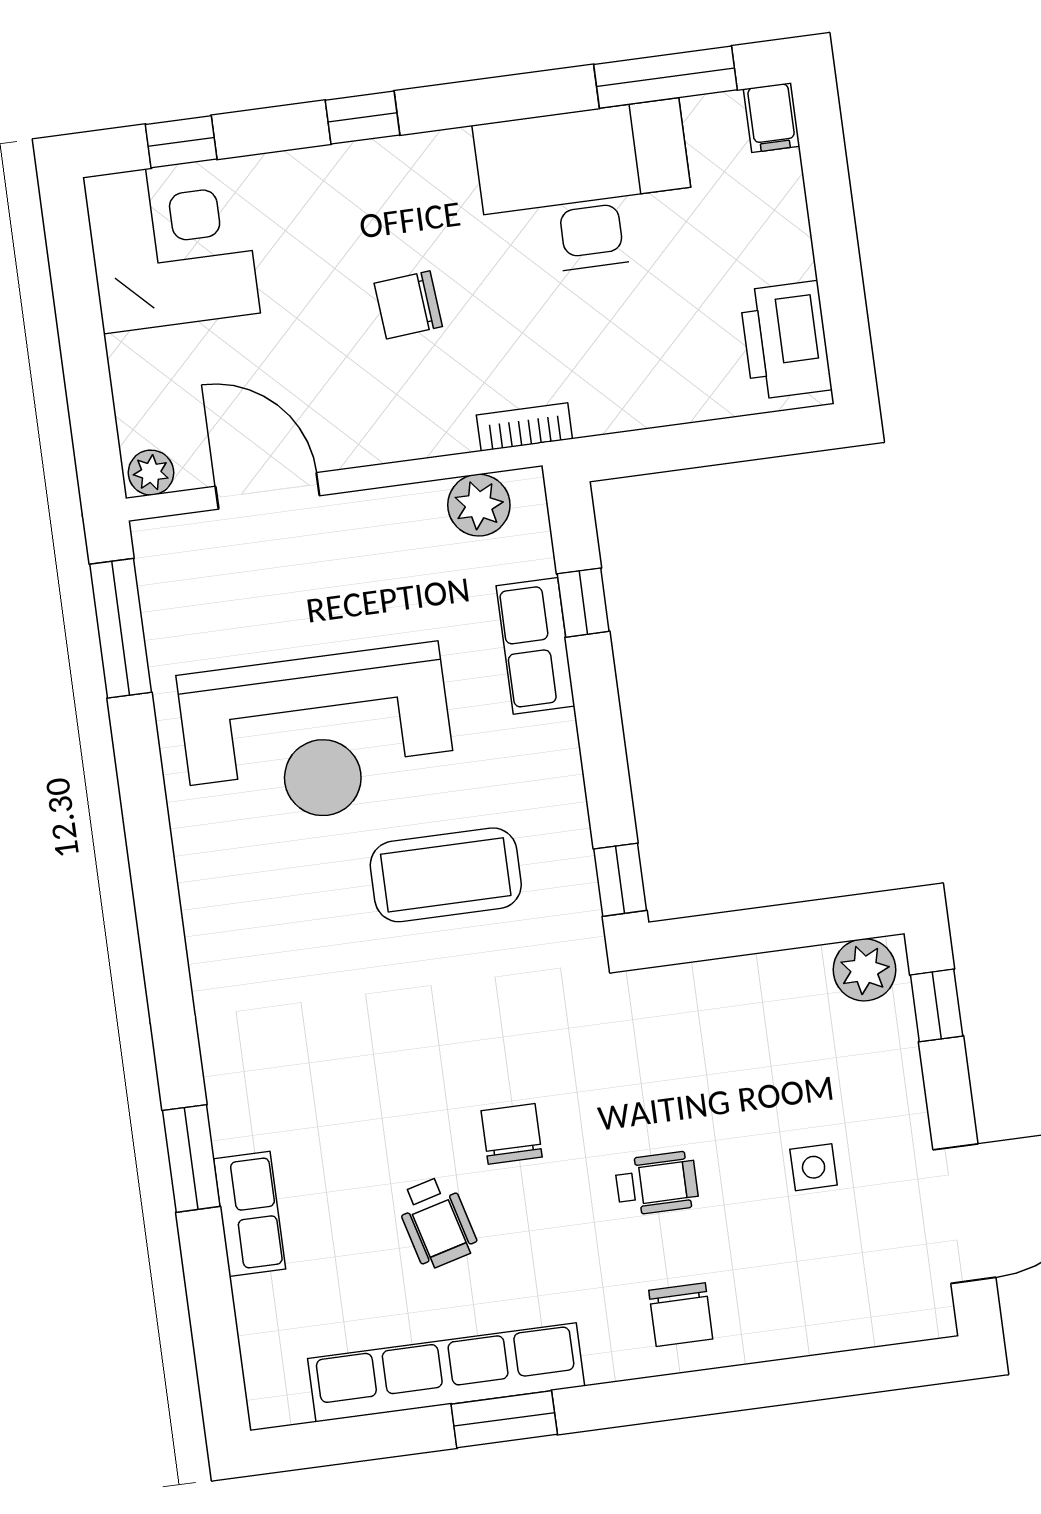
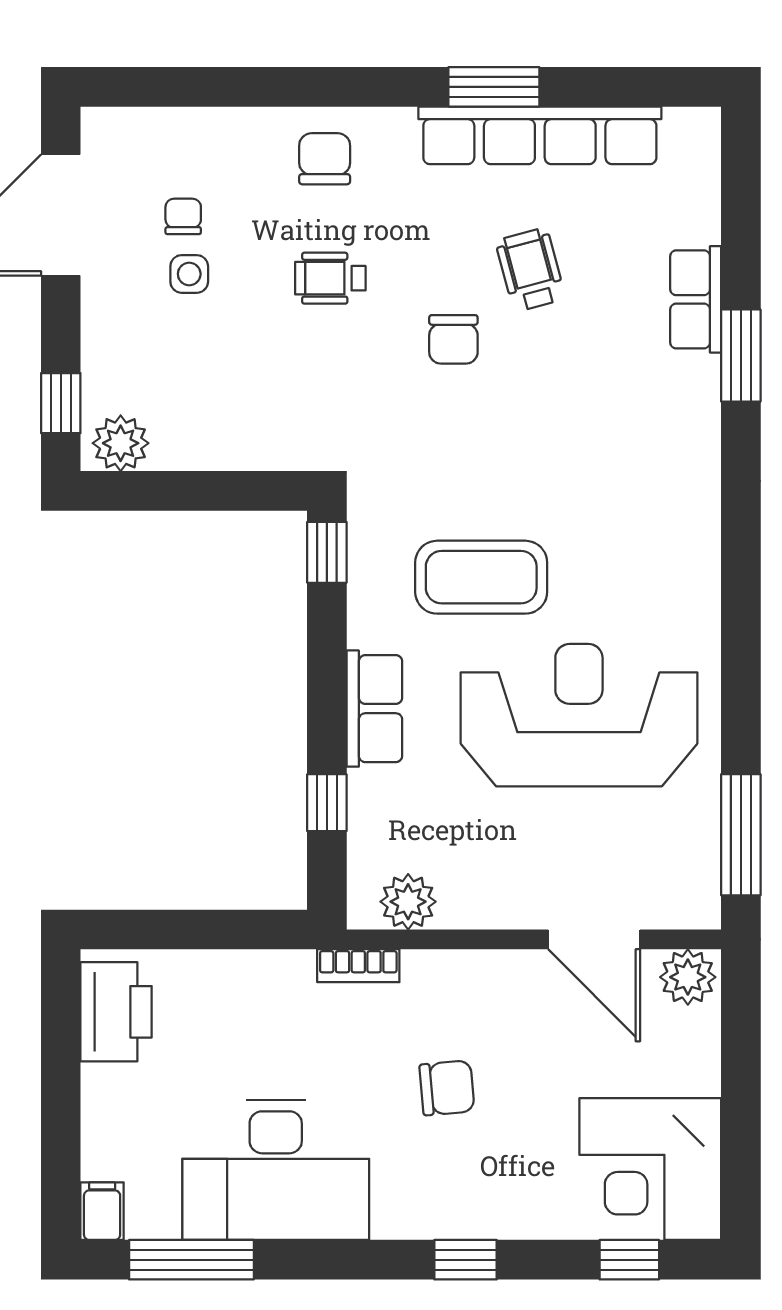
plant: (151, 473) -> (688, 977), width x1.38, depth x1.38
row of seats: (535, 646) -> (374, 709), moved
chair: (829, 1230) -> (183, 216), added

